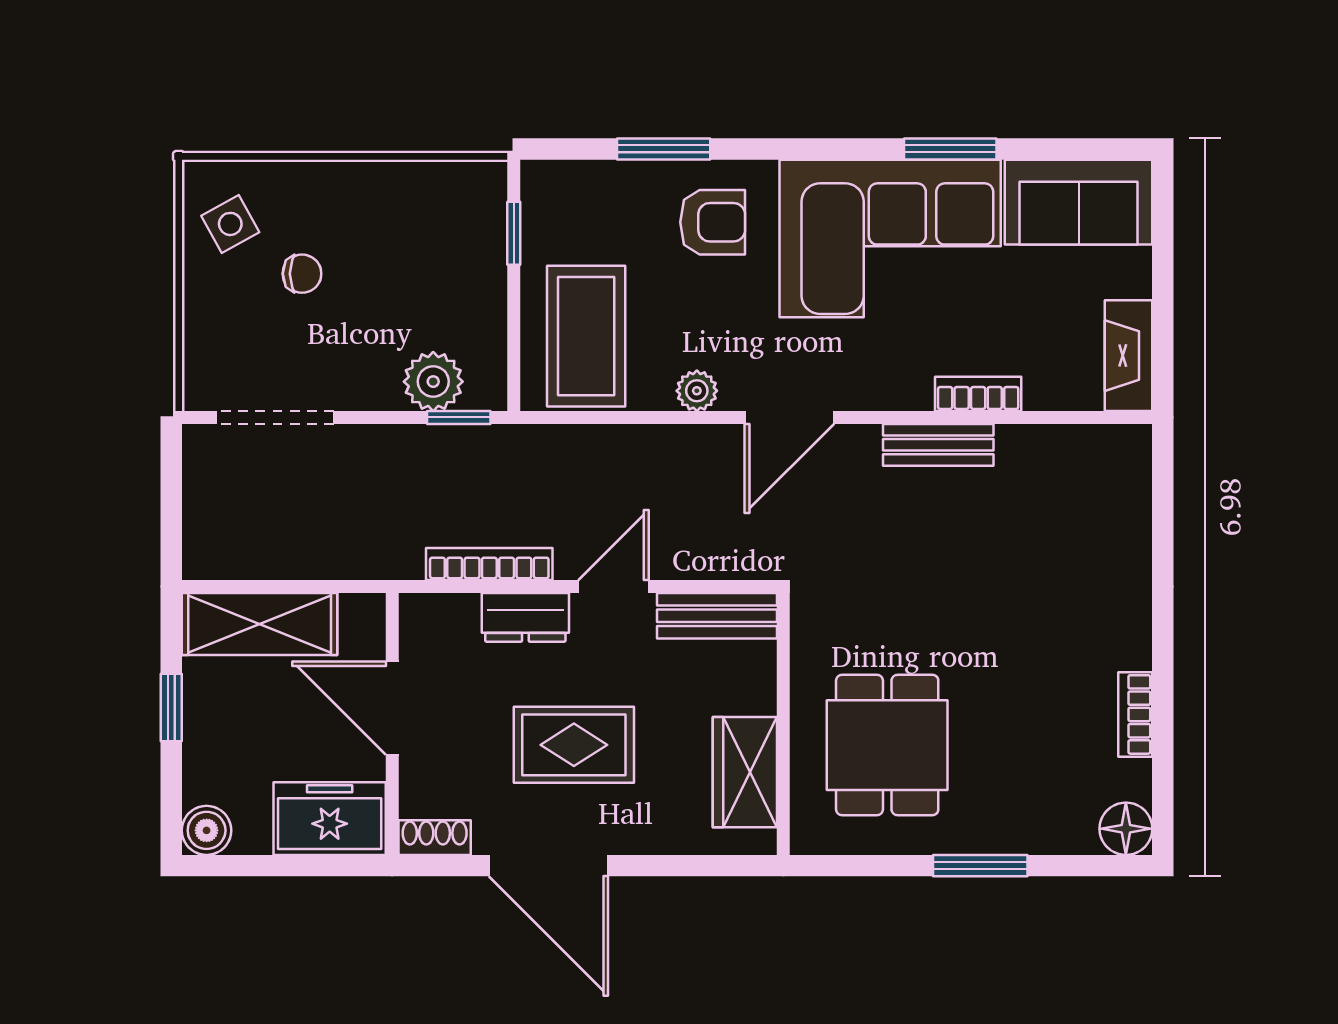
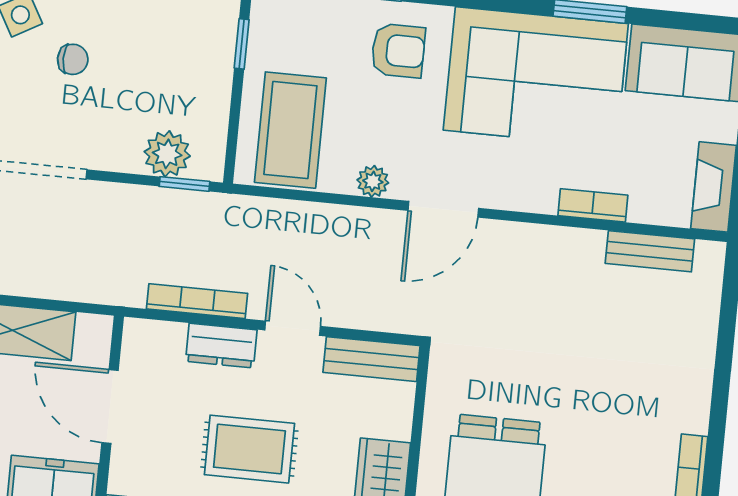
bench: (938, 445) -> (650, 251), moved
door: (613, 587) -> (293, 328), hinge flipped

